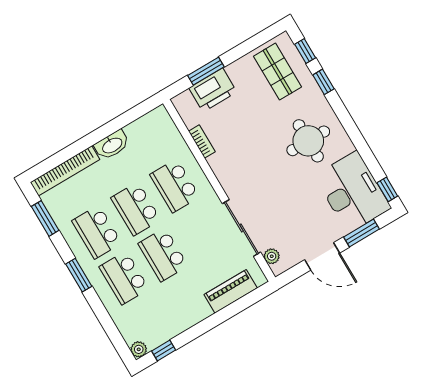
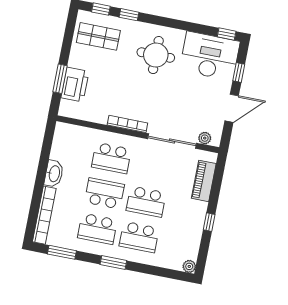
bookcase: (202, 142) -> (127, 124), moved, width x1.56
school desk: (136, 209) -> (104, 193), turned 180
window: (361, 233) -> (239, 72), width x0.67
window: (164, 350) -> (209, 222), moved

